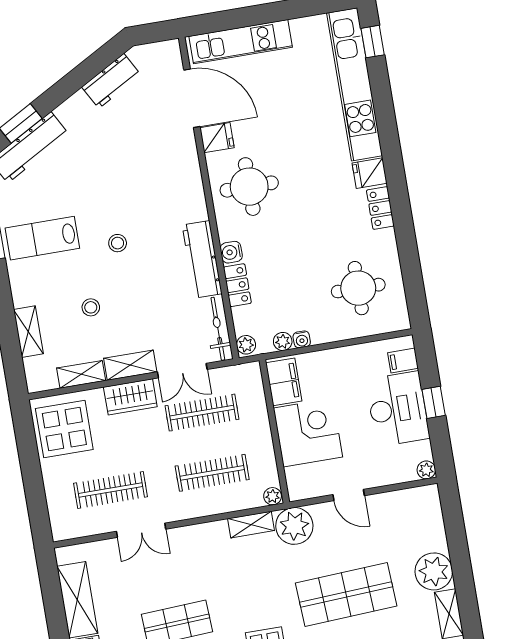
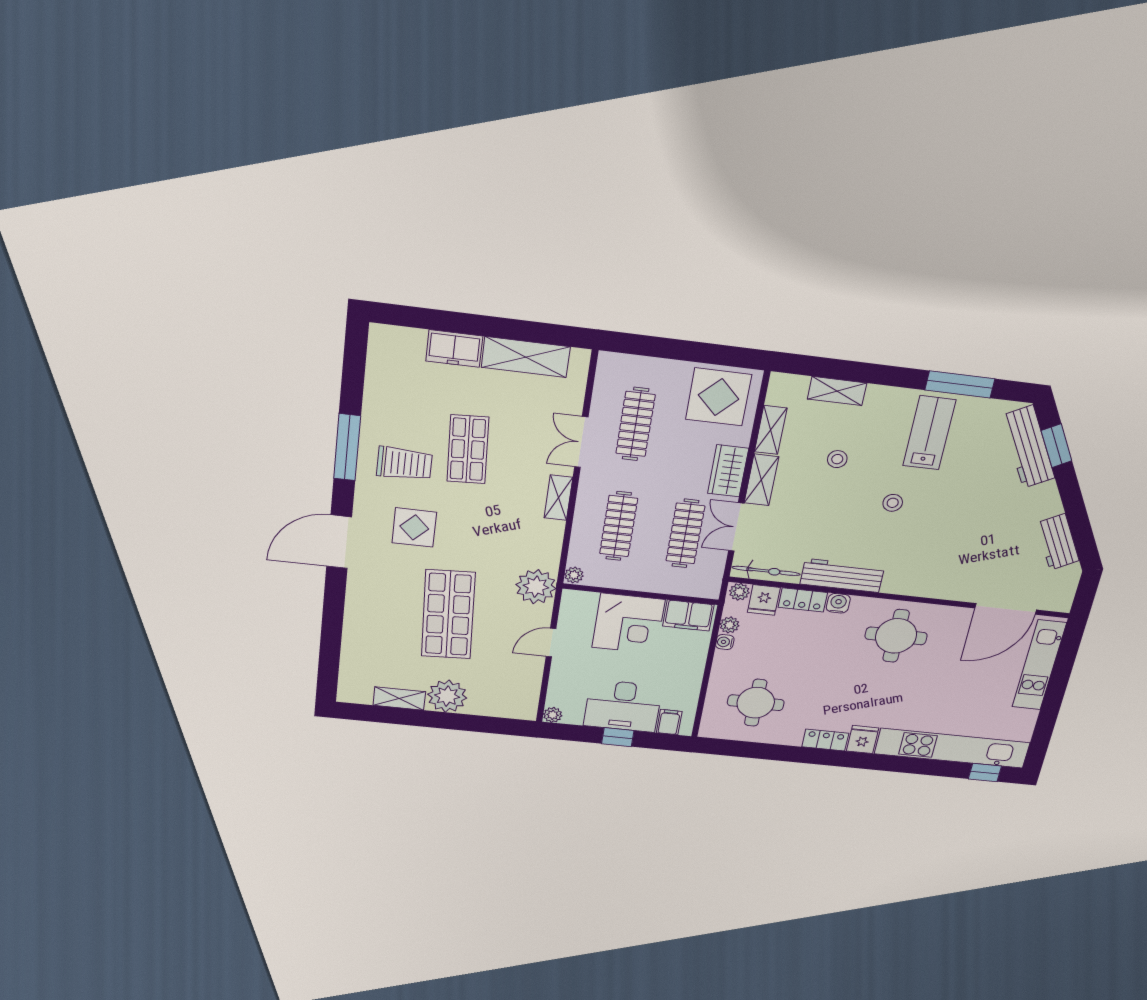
fridge: (217, 138) -> (764, 600), moved
shelving: (251, 525) -> (558, 498), moved

